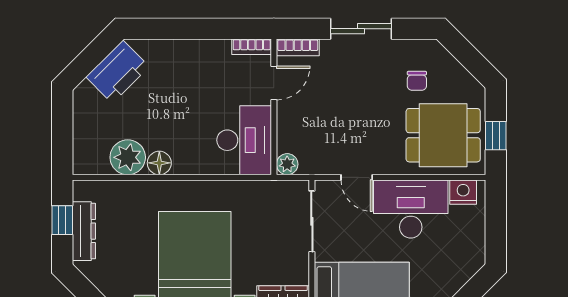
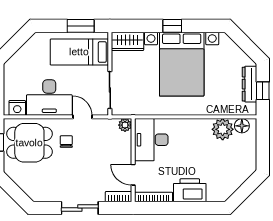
bookcase: (252, 47) -> (154, 197), width x1.56
printer: (118, 72) -> (190, 190), moved, turned 45
chair: (417, 81) -> (66, 142), moved
door: (274, 83) -> (133, 175), hinge flipped
floor lamp: (159, 163) -> (242, 126), moved

